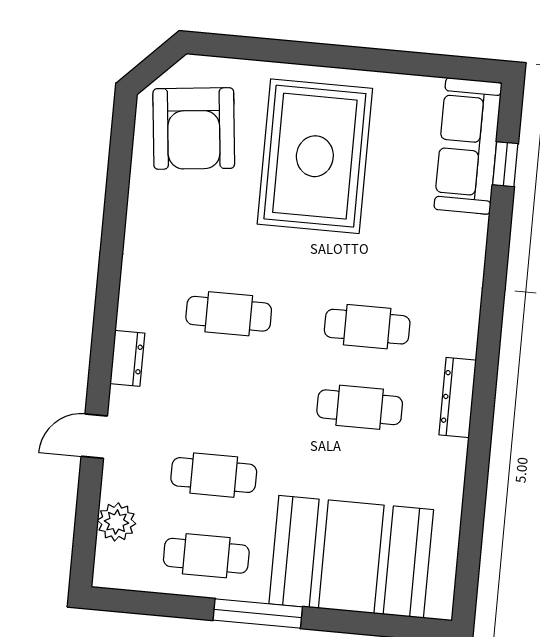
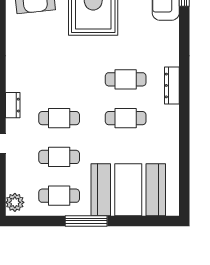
cafe table: (229, 314) -> (59, 118), moved
dresser: (458, 397) -> (172, 85), moved
plant: (116, 522) -> (15, 202), moved

